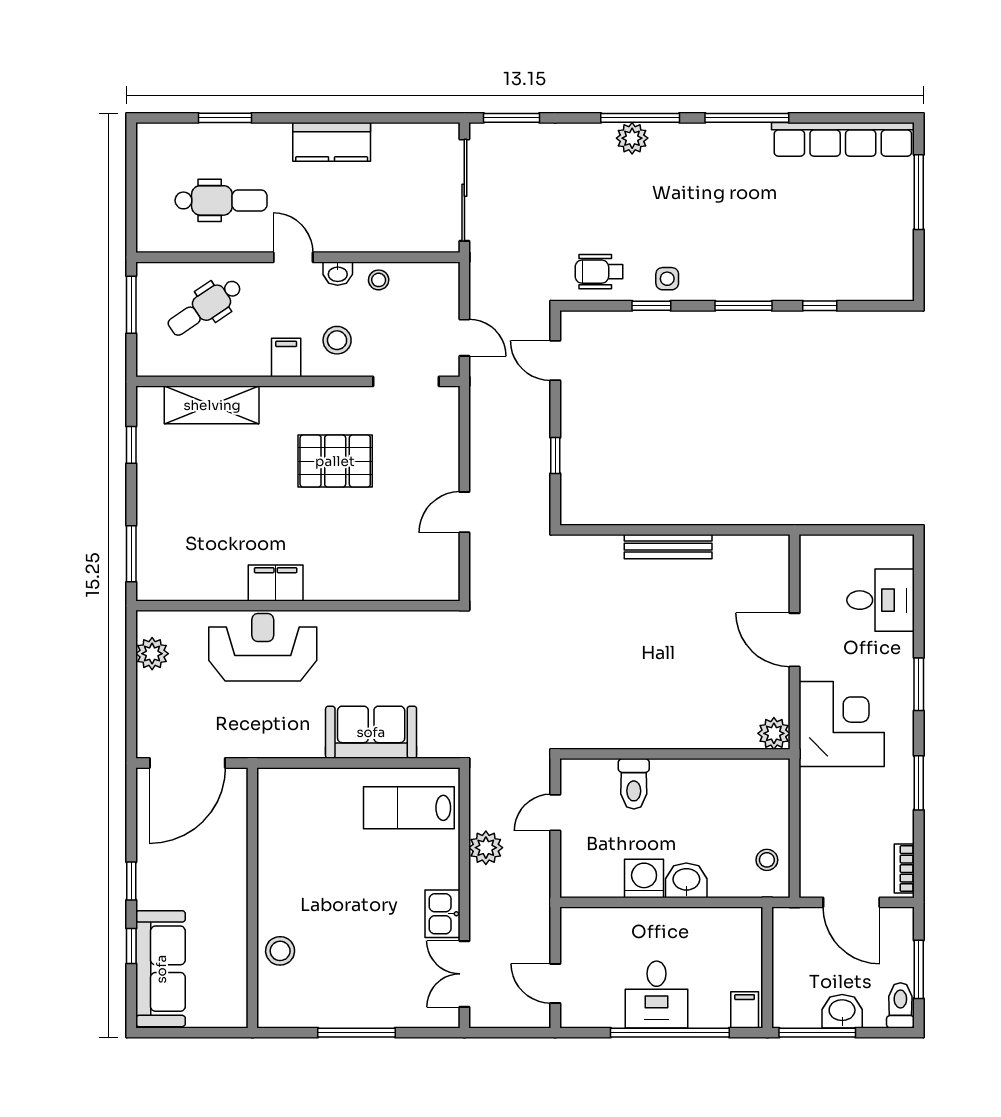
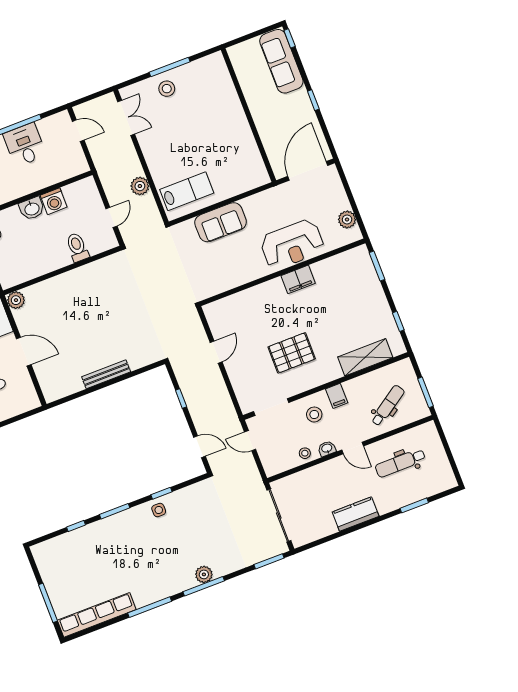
wheelchair: (599, 272) -> (195, 500), removed
kitchen sink: (443, 914) -> (149, 144), removed
window: (131, 946) -> (290, 38), moved
stool: (280, 951) -> (167, 89), moved

